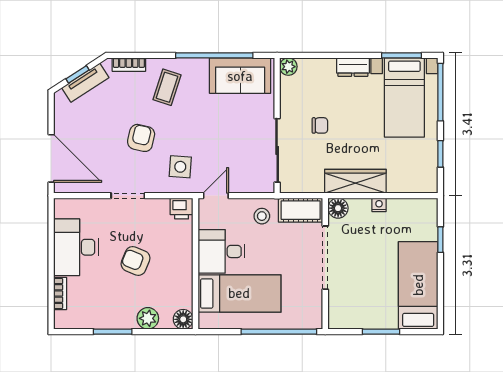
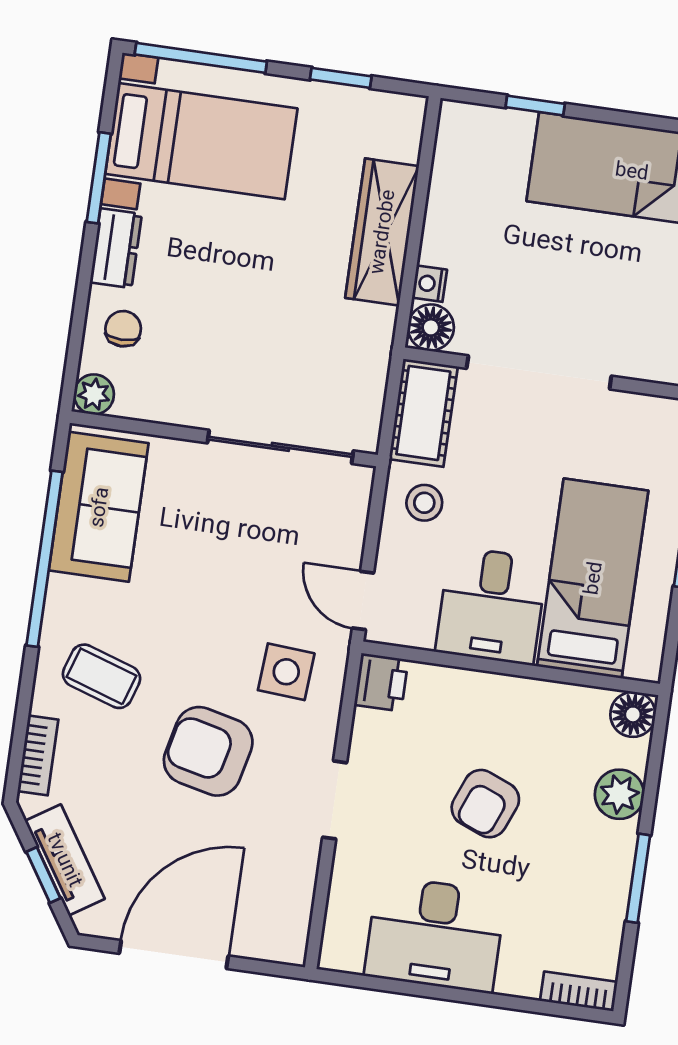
window: (402, 55) -> (99, 178), moved
chair: (320, 125) -> (123, 329), moved
armchair: (141, 138) -> (208, 751), width x1.38, depth x1.38
door: (51, 158) -> (174, 955), moved
wardrobe: (355, 181) -> (382, 232), moved
nightstand: (379, 205) -> (429, 284), moved
bookcase: (60, 293) -> (579, 991), moved

